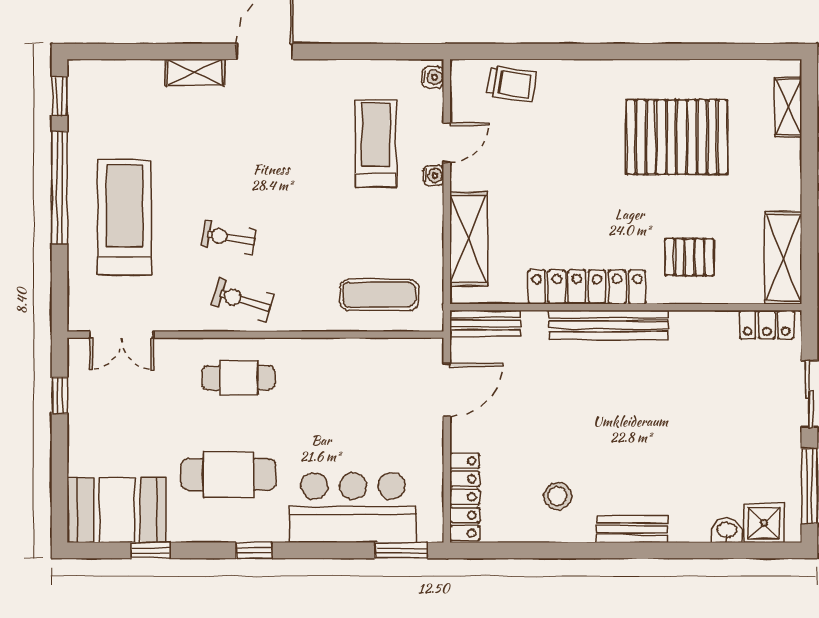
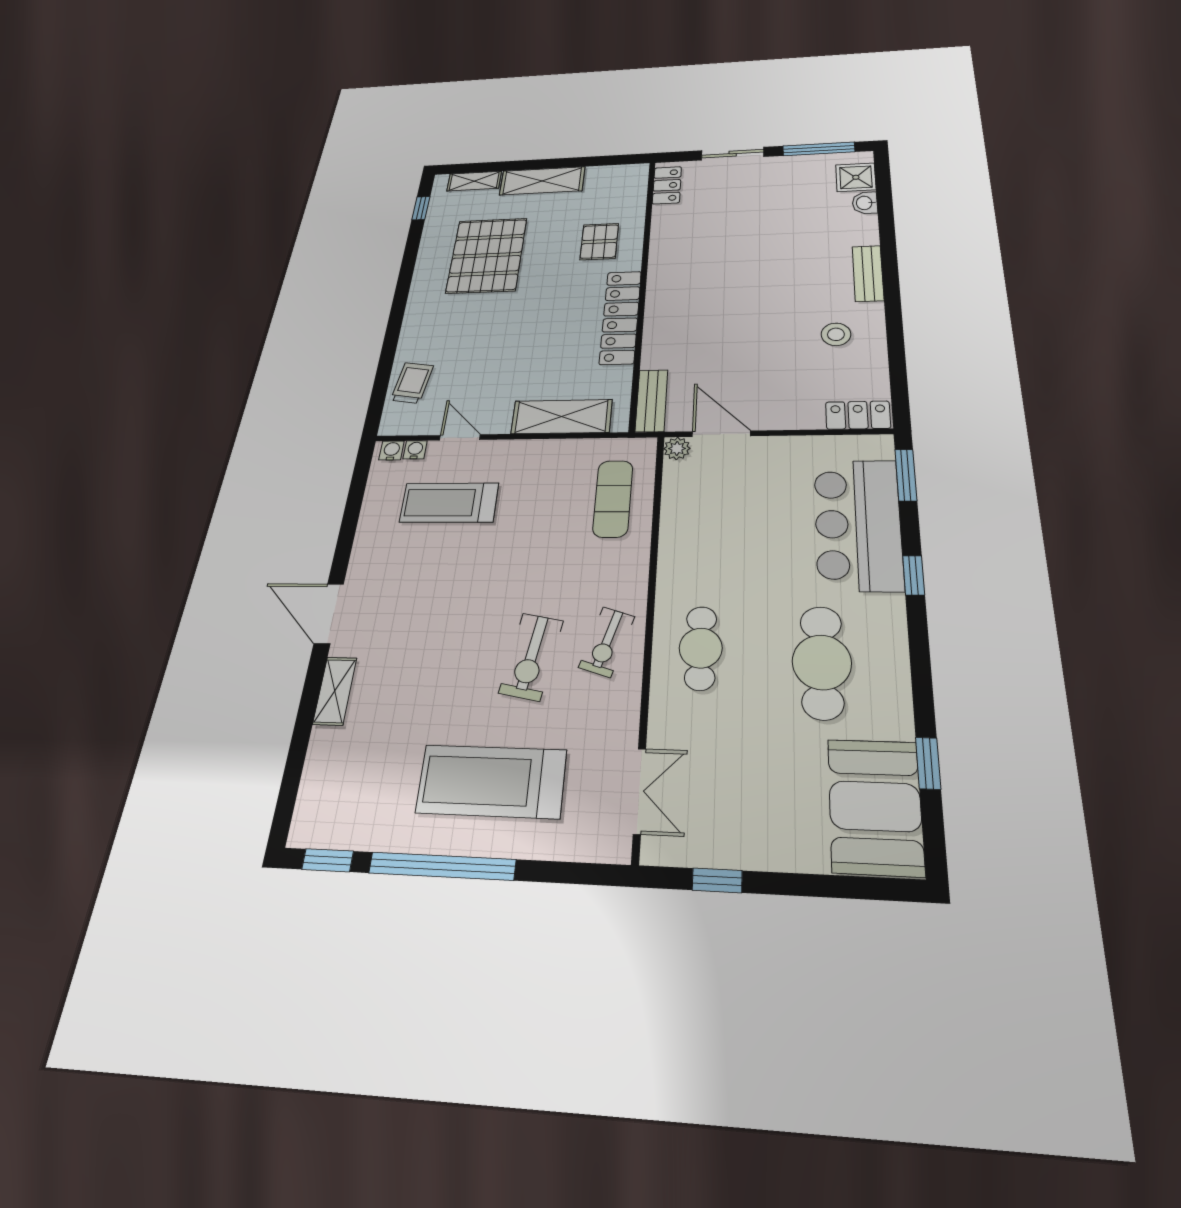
window: (751, 52) -> (421, 208), added
water cooler: (433, 175) -> (415, 450), moved
exercise bike: (228, 237) -> (531, 657), width x1.38, depth x1.39
shelving: (783, 258) -> (542, 181), moved
bench: (609, 325) -> (660, 299), removed
plant: (431, 350) -> (677, 448), added
locker: (465, 497) -> (858, 415), width x0.66
window: (254, 550) -> (914, 575), moved

